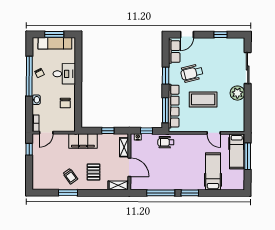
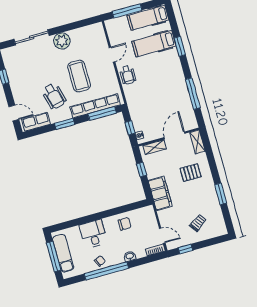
window: (54, 34) -> (54, 256), width x1.44
wheelchair: (166, 142) -> (128, 75), moved
hospital bed: (237, 151) -> (148, 18), moved, turned 180
trolley: (70, 176) -> (198, 223), moved
window: (190, 193) -> (180, 46), moved

